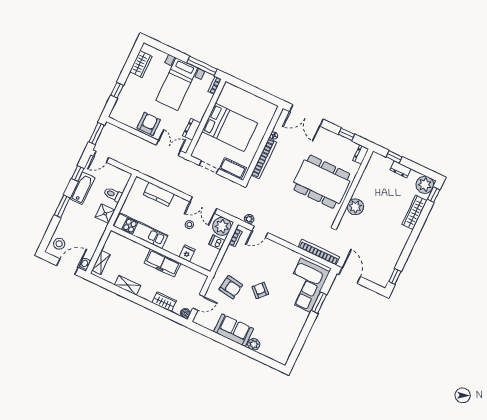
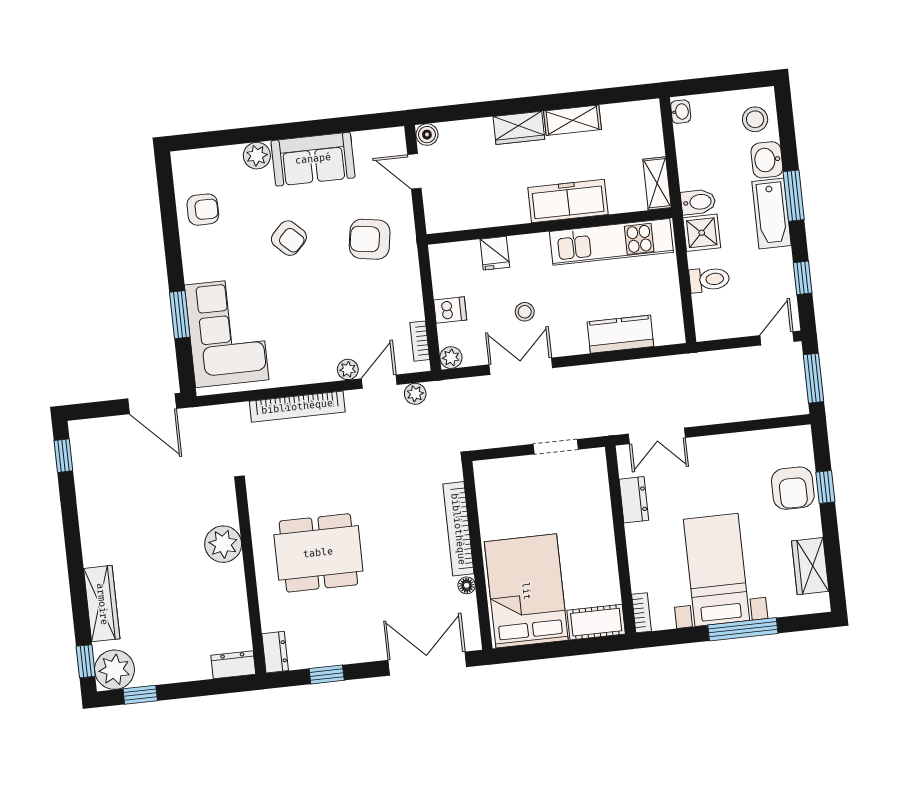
window: (202, 66) -> (743, 629), moved
armchair: (149, 124) -> (793, 488), moved
bed: (230, 127) -> (526, 591), moved, turned 90
window: (394, 157) -> (140, 695), moved
cot: (233, 169) -> (596, 622), moved
dresser: (400, 169) -> (233, 665), moved
dining table: (322, 182) -> (318, 553), width x0.73, depth x0.80
bathtub: (82, 188) -> (772, 213), moved
washbasin: (64, 226) -> (767, 160), added
bidet: (99, 226) -> (698, 202), added
plant: (222, 226) -> (451, 358), width x0.53, depth x0.53
plant: (269, 244) -> (348, 369), added
bookcase: (319, 252) -> (297, 407), moved
shelving: (101, 262) -> (657, 183), moved
freezer: (162, 263) -> (568, 201), moved
door: (67, 267) -> (712, 85), removed
armchair: (260, 290) -> (289, 238), moved
wardrobe: (164, 302) -> (519, 128), moved
door: (198, 302) -> (414, 171), hinge flipped
armchair: (286, 337) -> (203, 210), added

